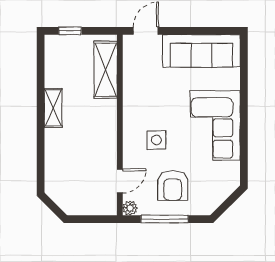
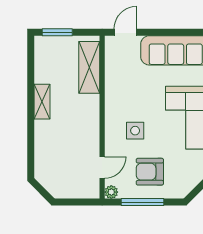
window: (70, 31) -> (57, 32), width x1.50
armchair: (173, 185) -> (150, 172), turned 90

